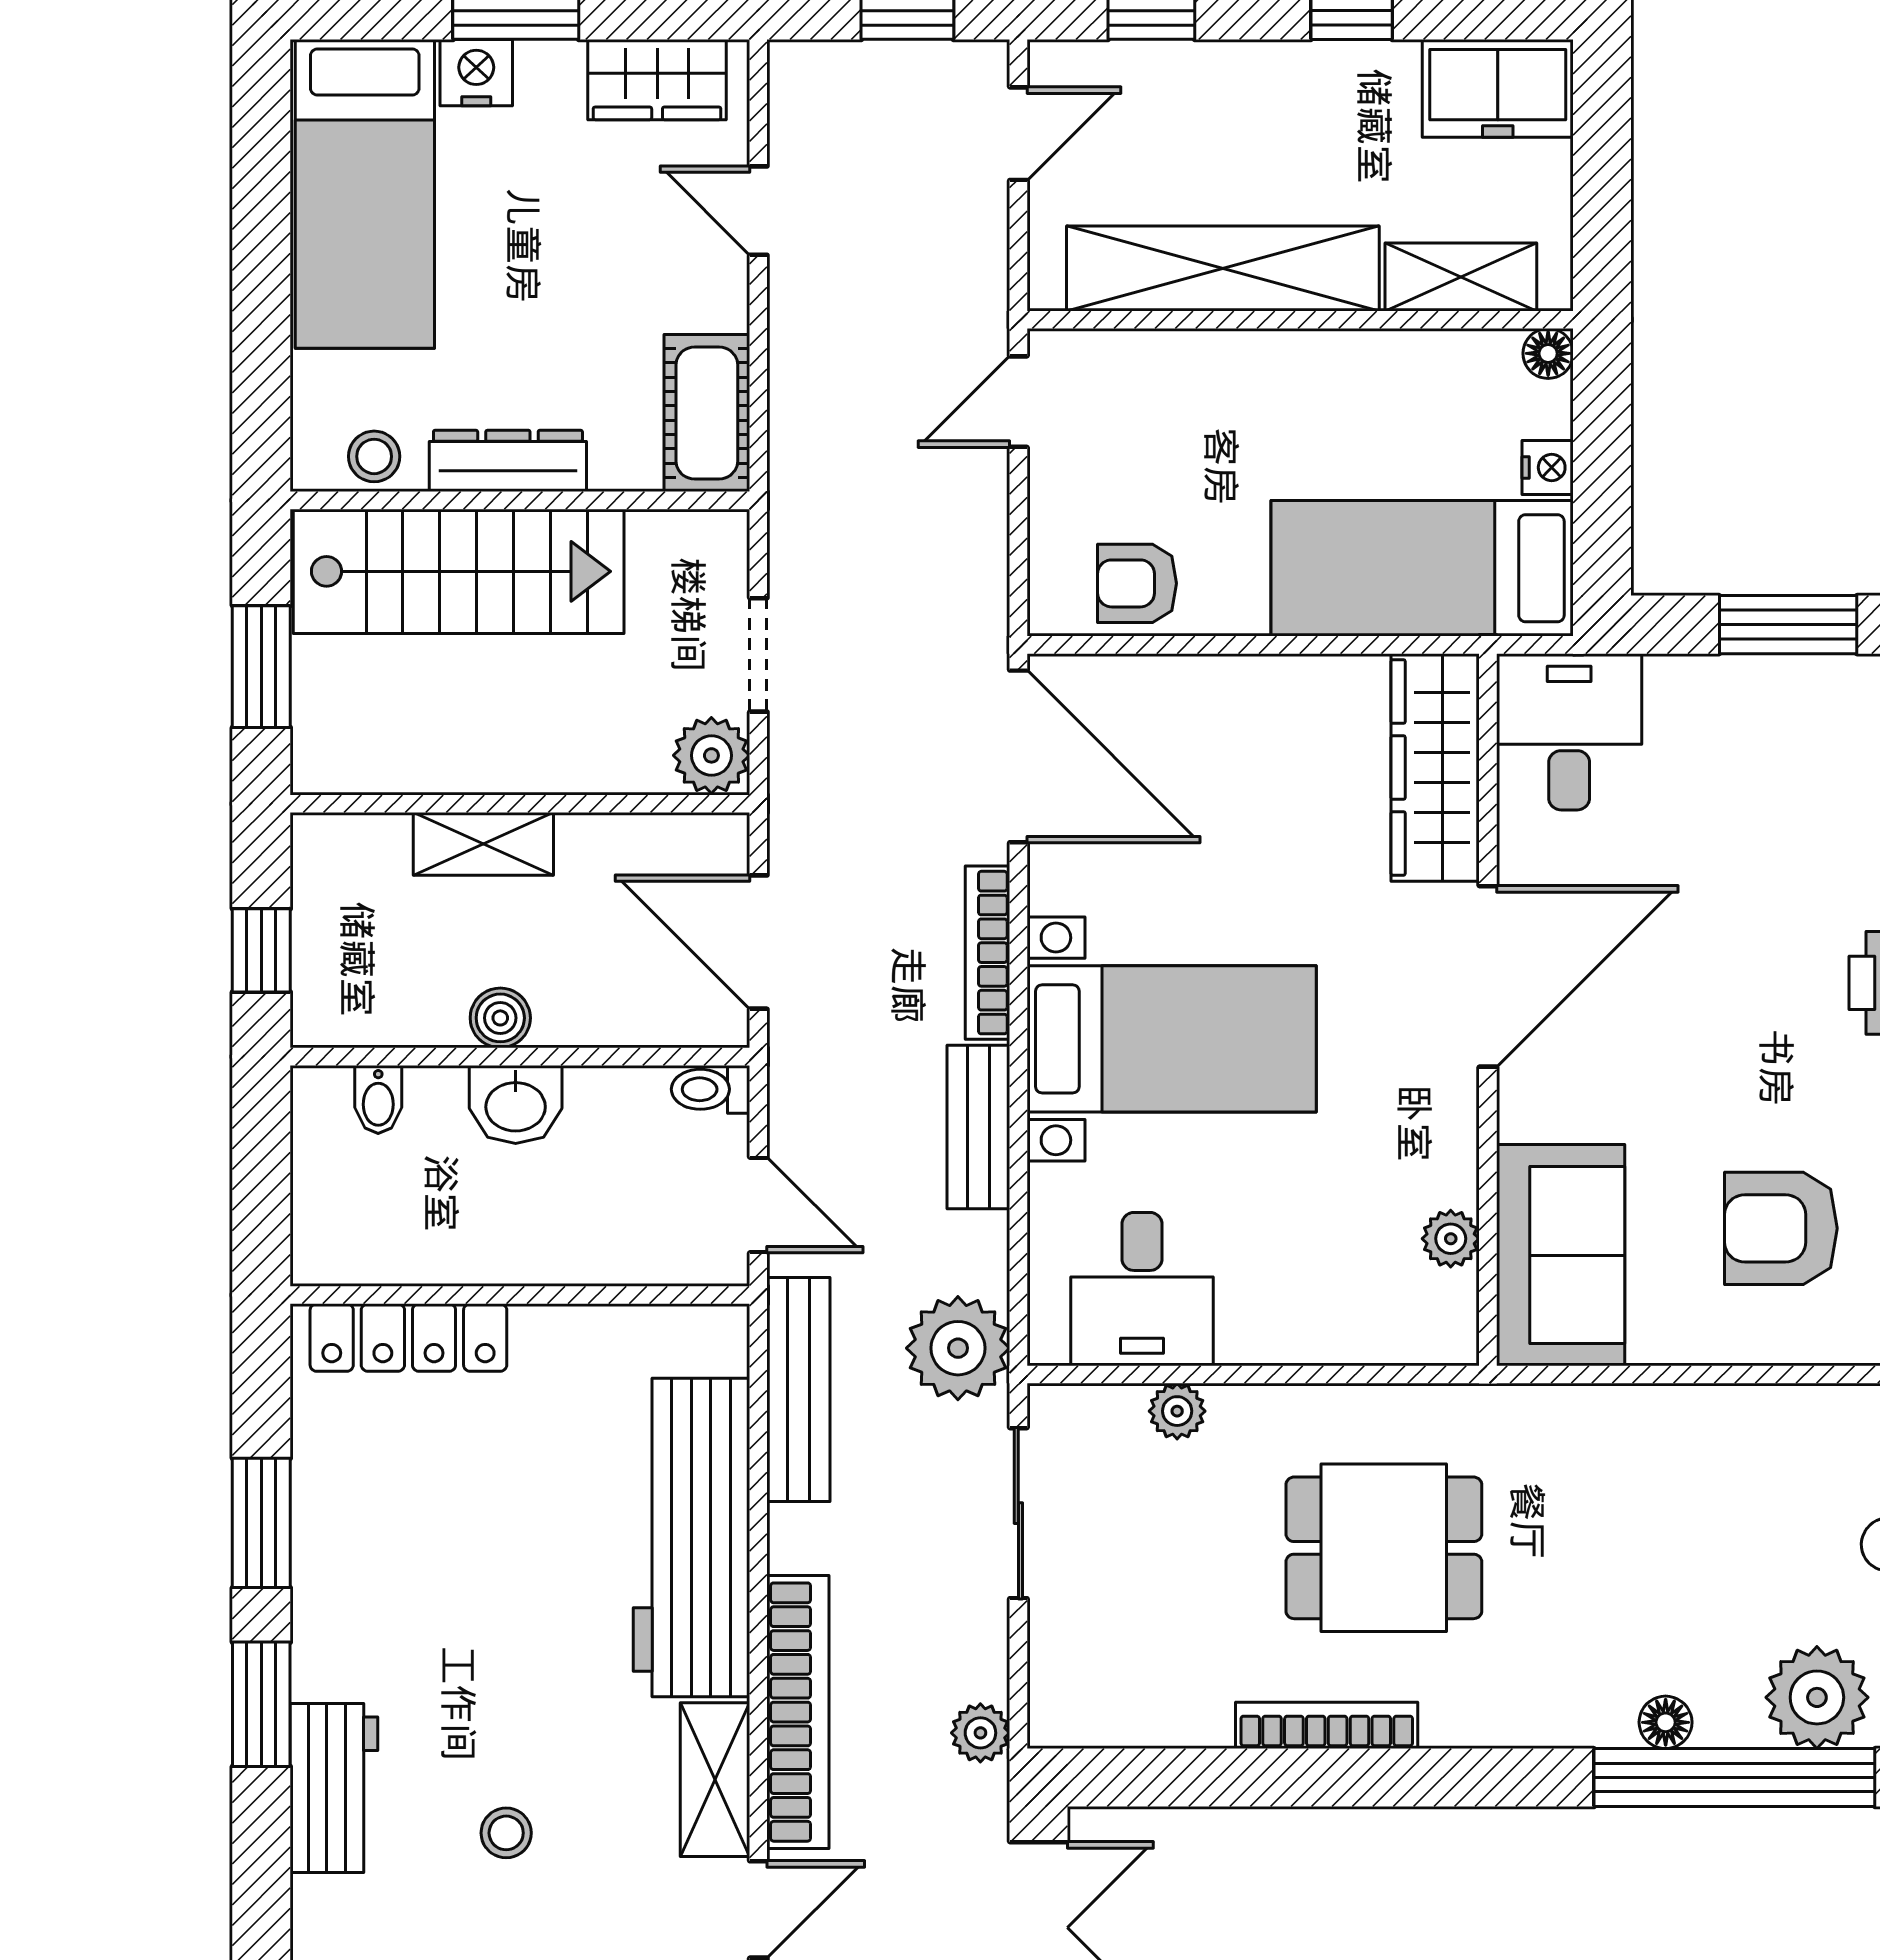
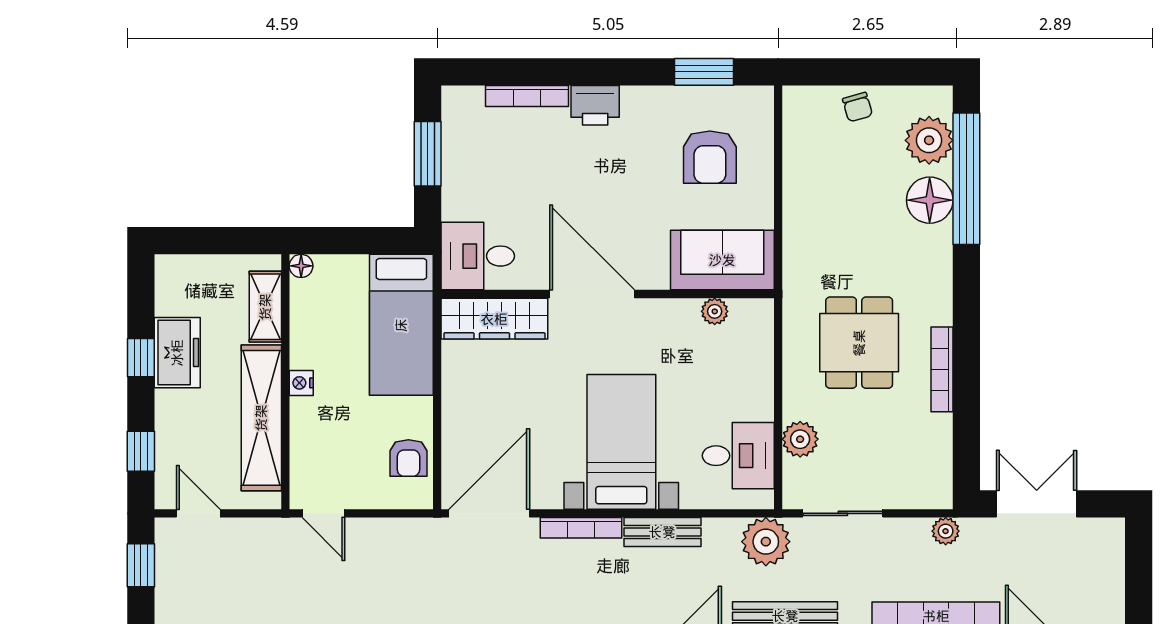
freezer: (1498, 88) -> (177, 353), moved
nightstand: (1548, 467) -> (301, 383), moved, turned -90
plant: (1177, 1411) -> (800, 439), width x1.38, depth x1.38
floor lamp: (1666, 1722) -> (930, 200), width x1.89, depth x1.89

